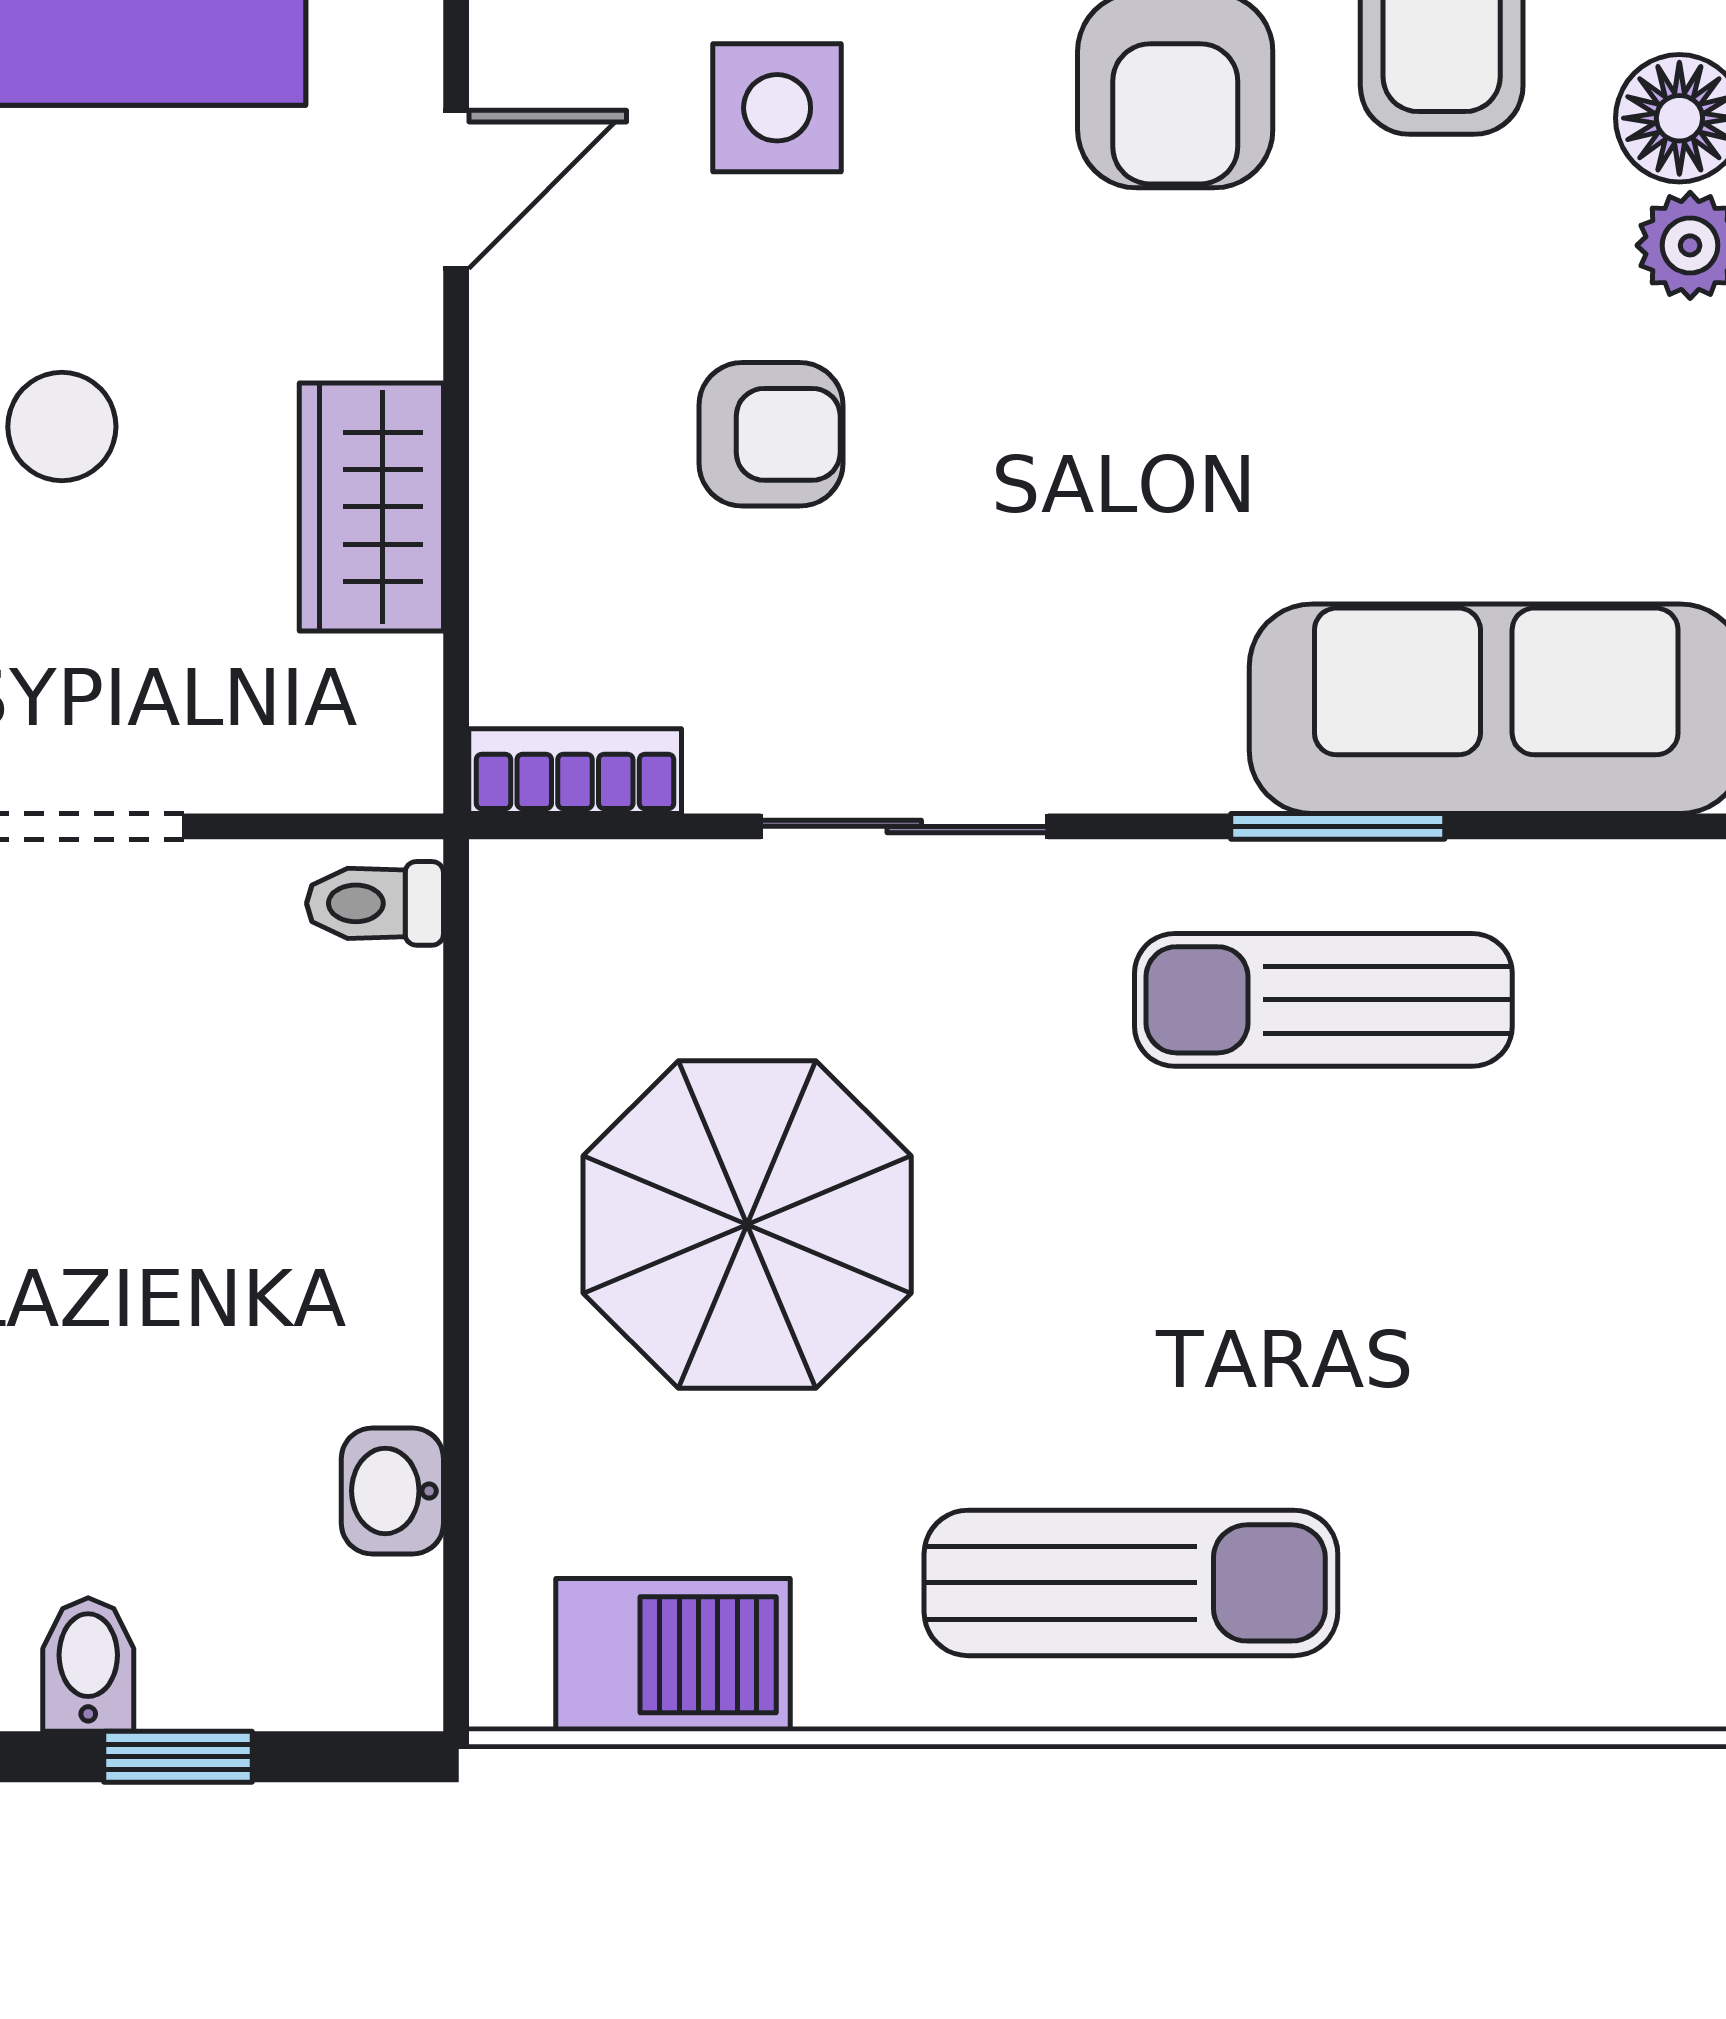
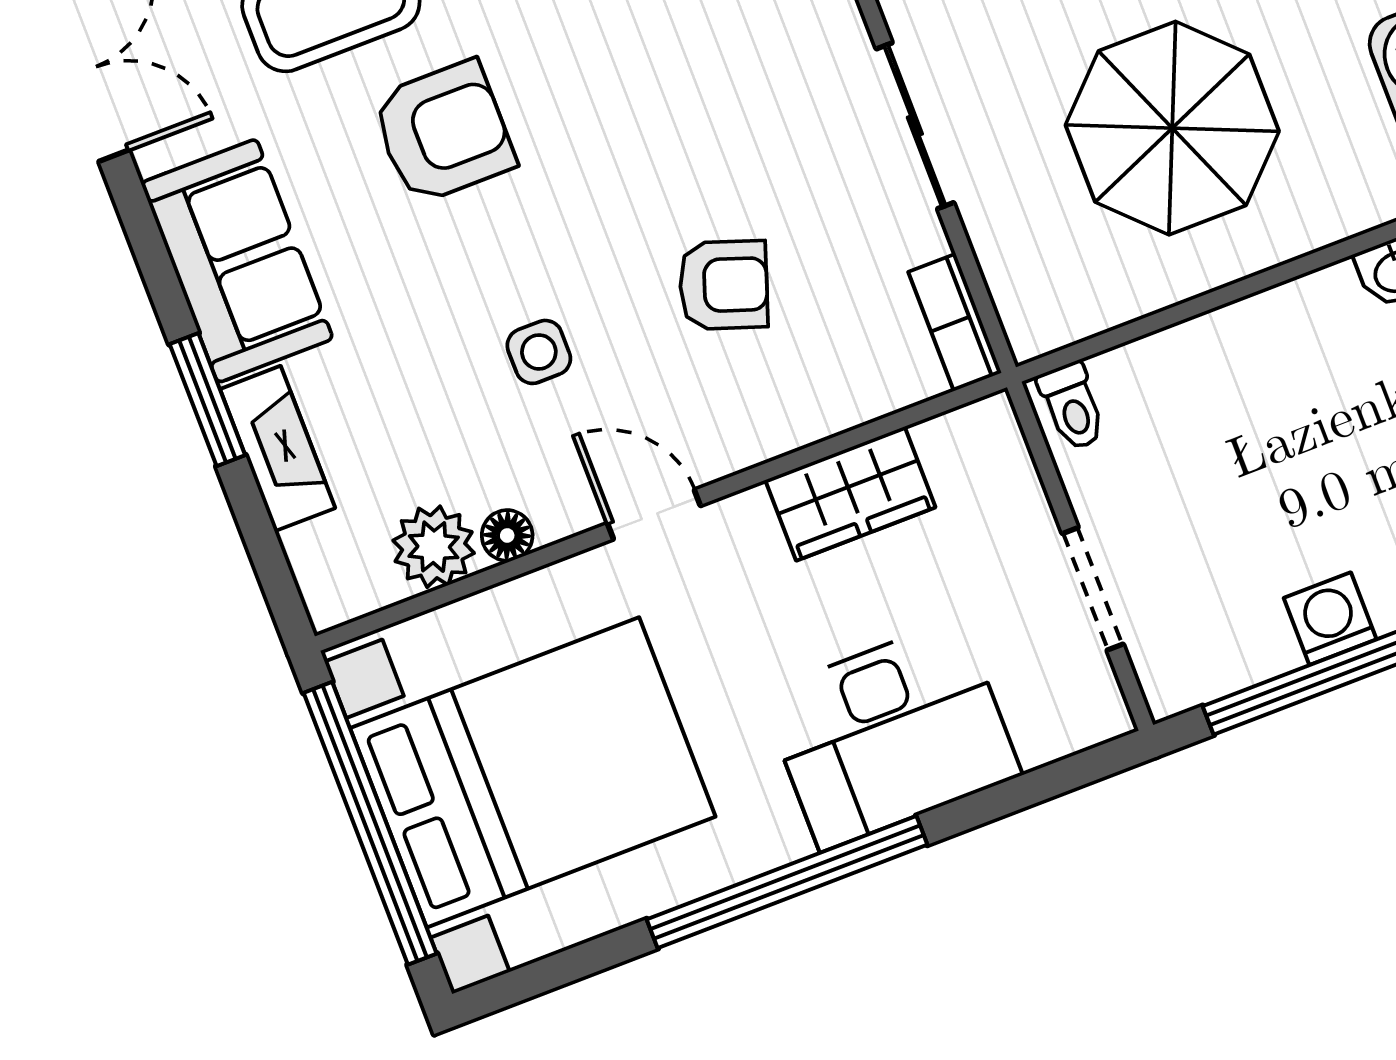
side table: (777, 108) -> (539, 352), width x0.73, depth x0.73
armchair: (771, 434) -> (723, 285), turned 109

